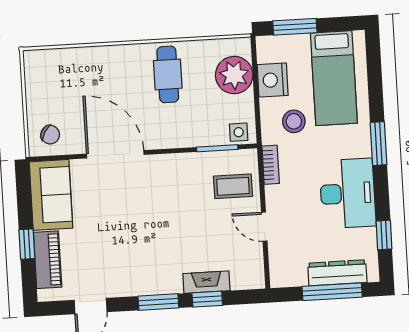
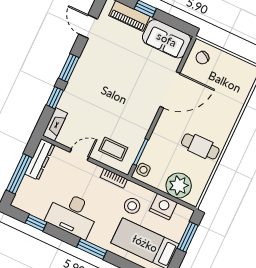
coffee table: (233, 186) -> (113, 149), turned 90
dresser: (337, 273) -> (40, 159), moved
fireplace: (206, 282) -> (55, 124), moved

